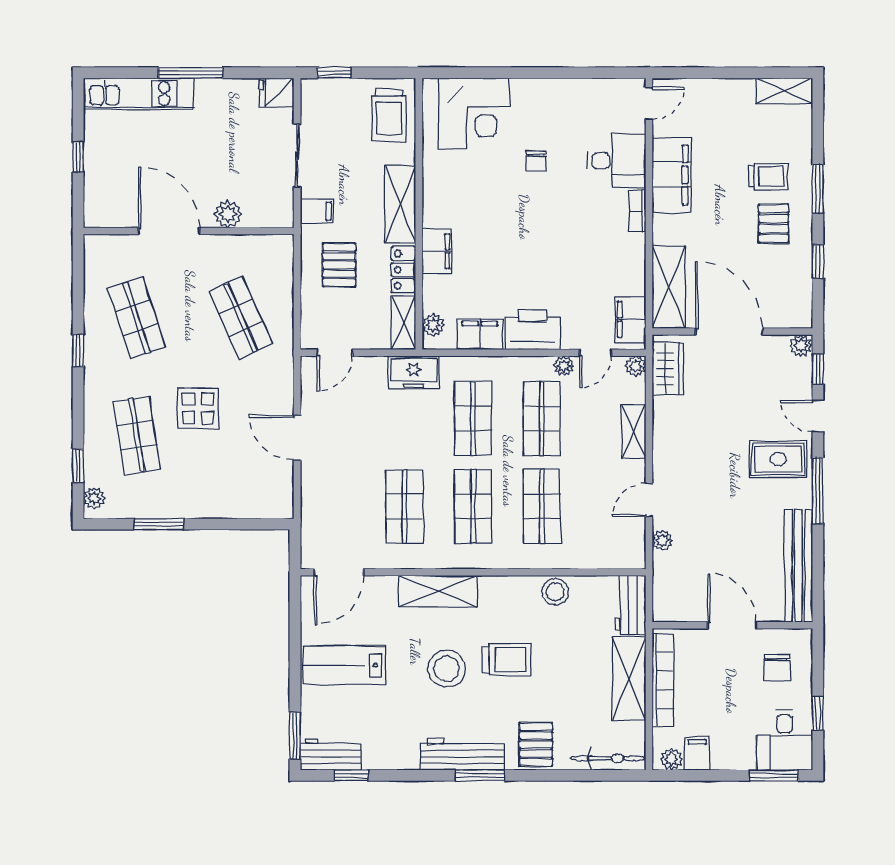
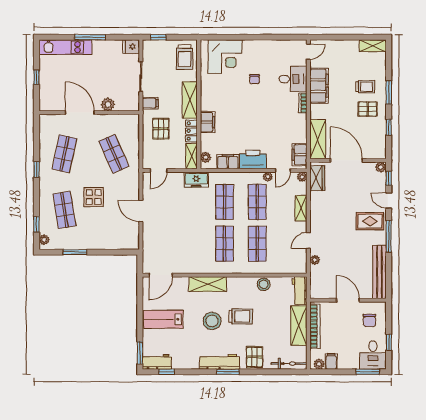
pallet: (774, 223) -> (368, 109), turned 90
shop shelf: (137, 318) -> (64, 154), turned 30
shop shelf: (404, 506) -> (192, 244), removed

